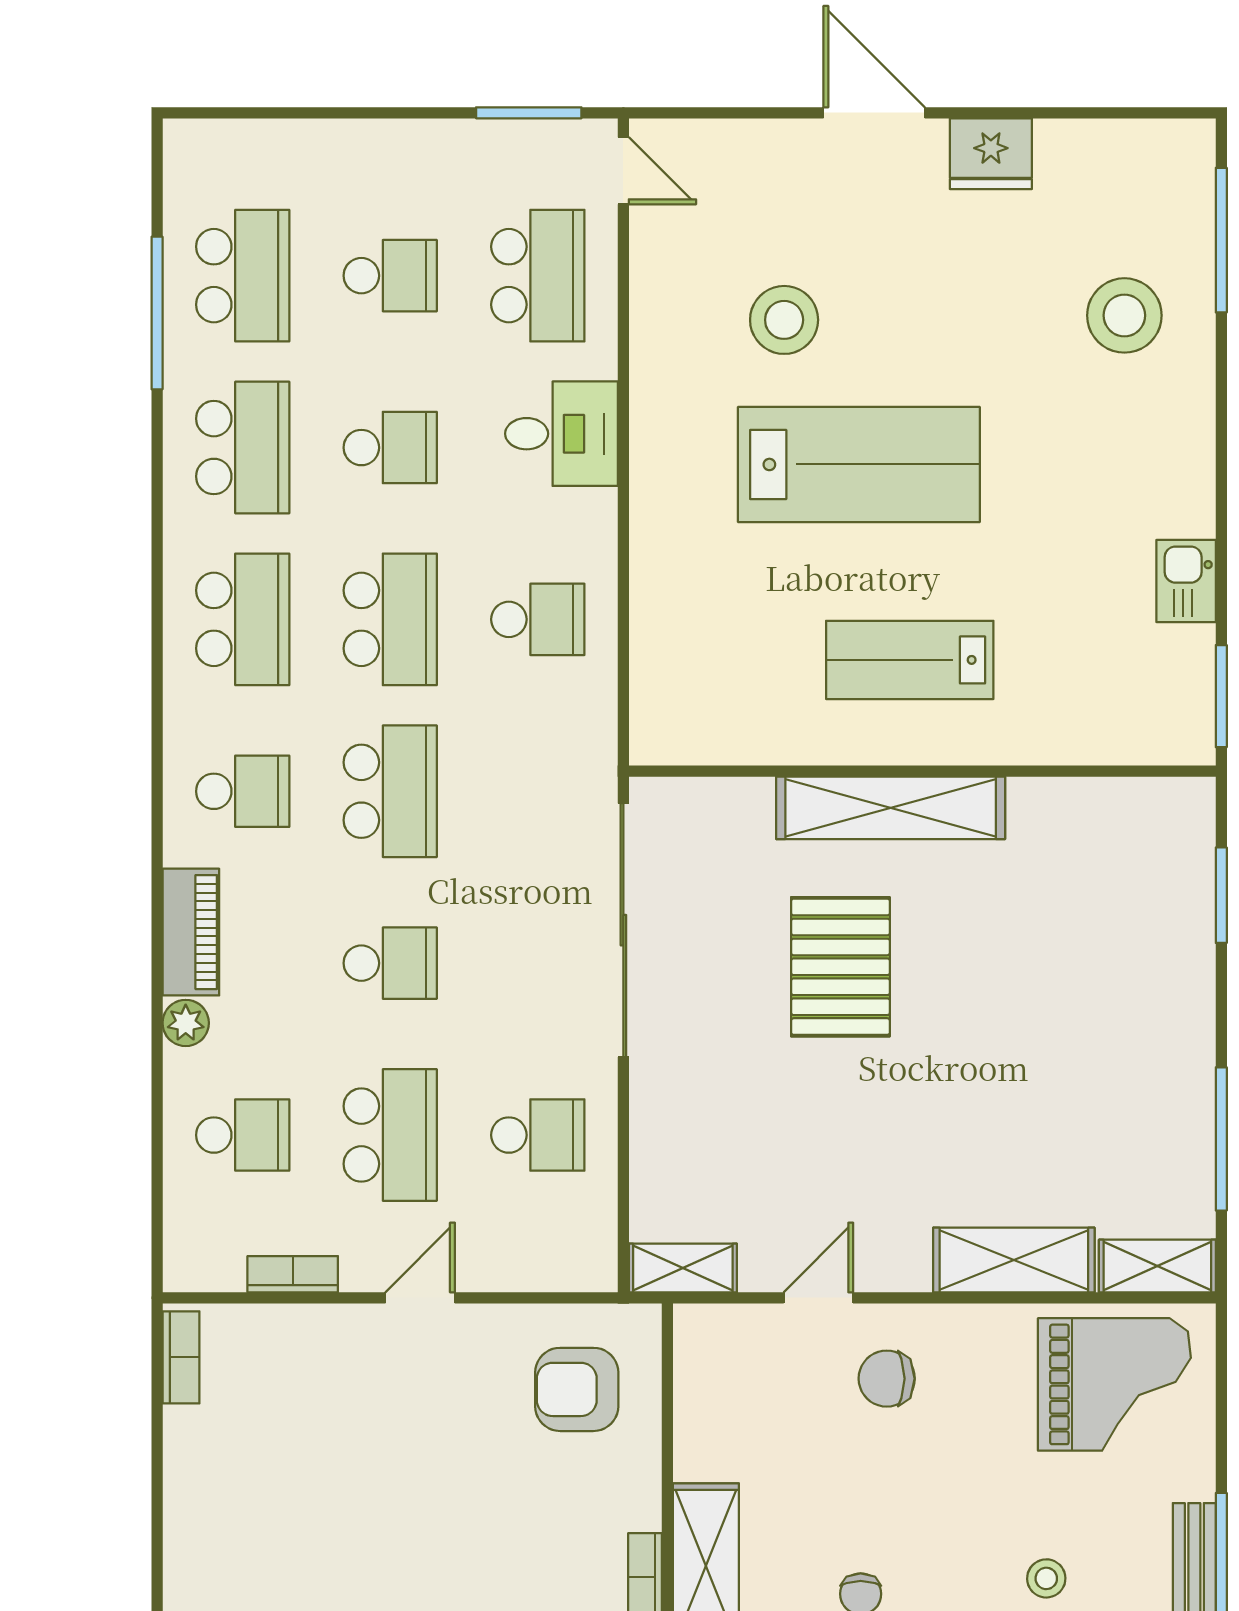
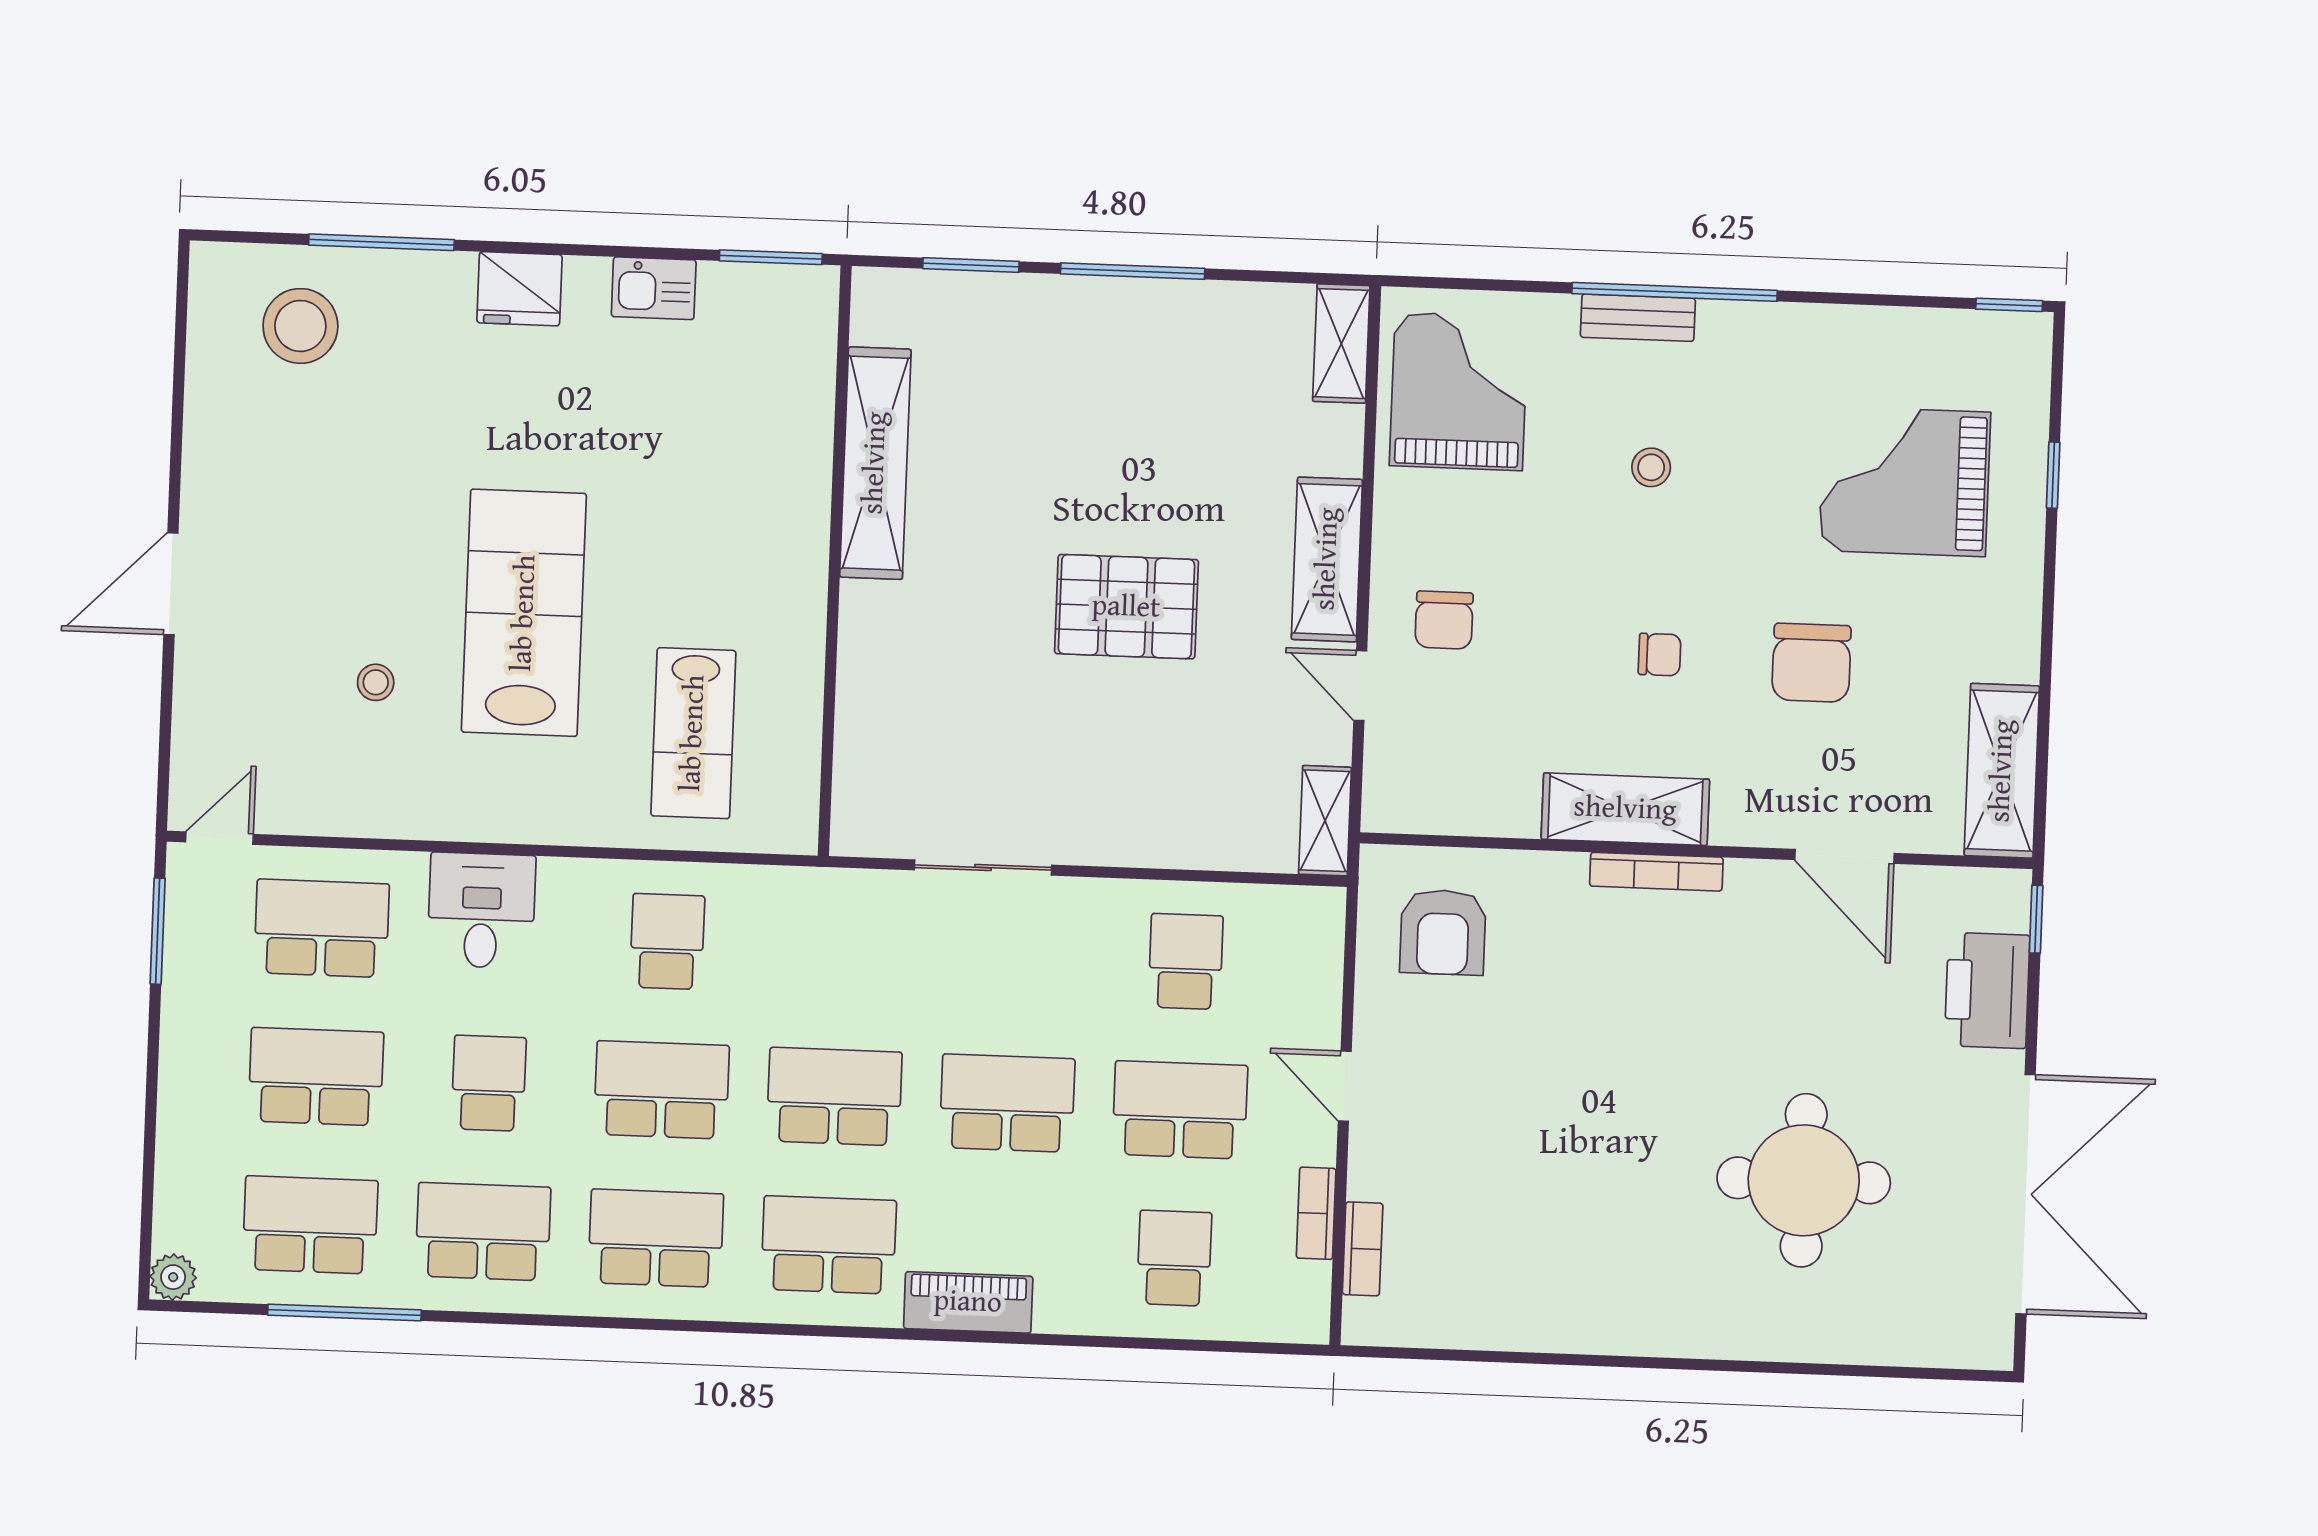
fridge: (991, 154) -> (520, 289), moved, turned 90
window: (1221, 240) -> (381, 242), moved
school desk: (390, 276) -> (316, 1077), width x1.85
stool: (1124, 315) -> (300, 326), moved
stool: (784, 320) -> (376, 682), width x0.53, depth x0.53
lab bench: (910, 660) -> (693, 733), moved
school desk: (243, 791) -> (829, 1245), width x1.85
shelving: (891, 808) -> (875, 463), moved
sliding door: (623, 930) -> (983, 867), width x0.54
school desk: (390, 963) -> (1007, 1103), width x1.85
pallet: (840, 967) -> (1126, 607), moved
plant: (186, 1023) -> (173, 1277), moved
window: (1221, 1139) -> (1133, 271), moved
shelving: (1014, 1260) -> (1327, 559), moved
bookcase: (181, 1357) -> (1363, 1249), moved, turned 90

